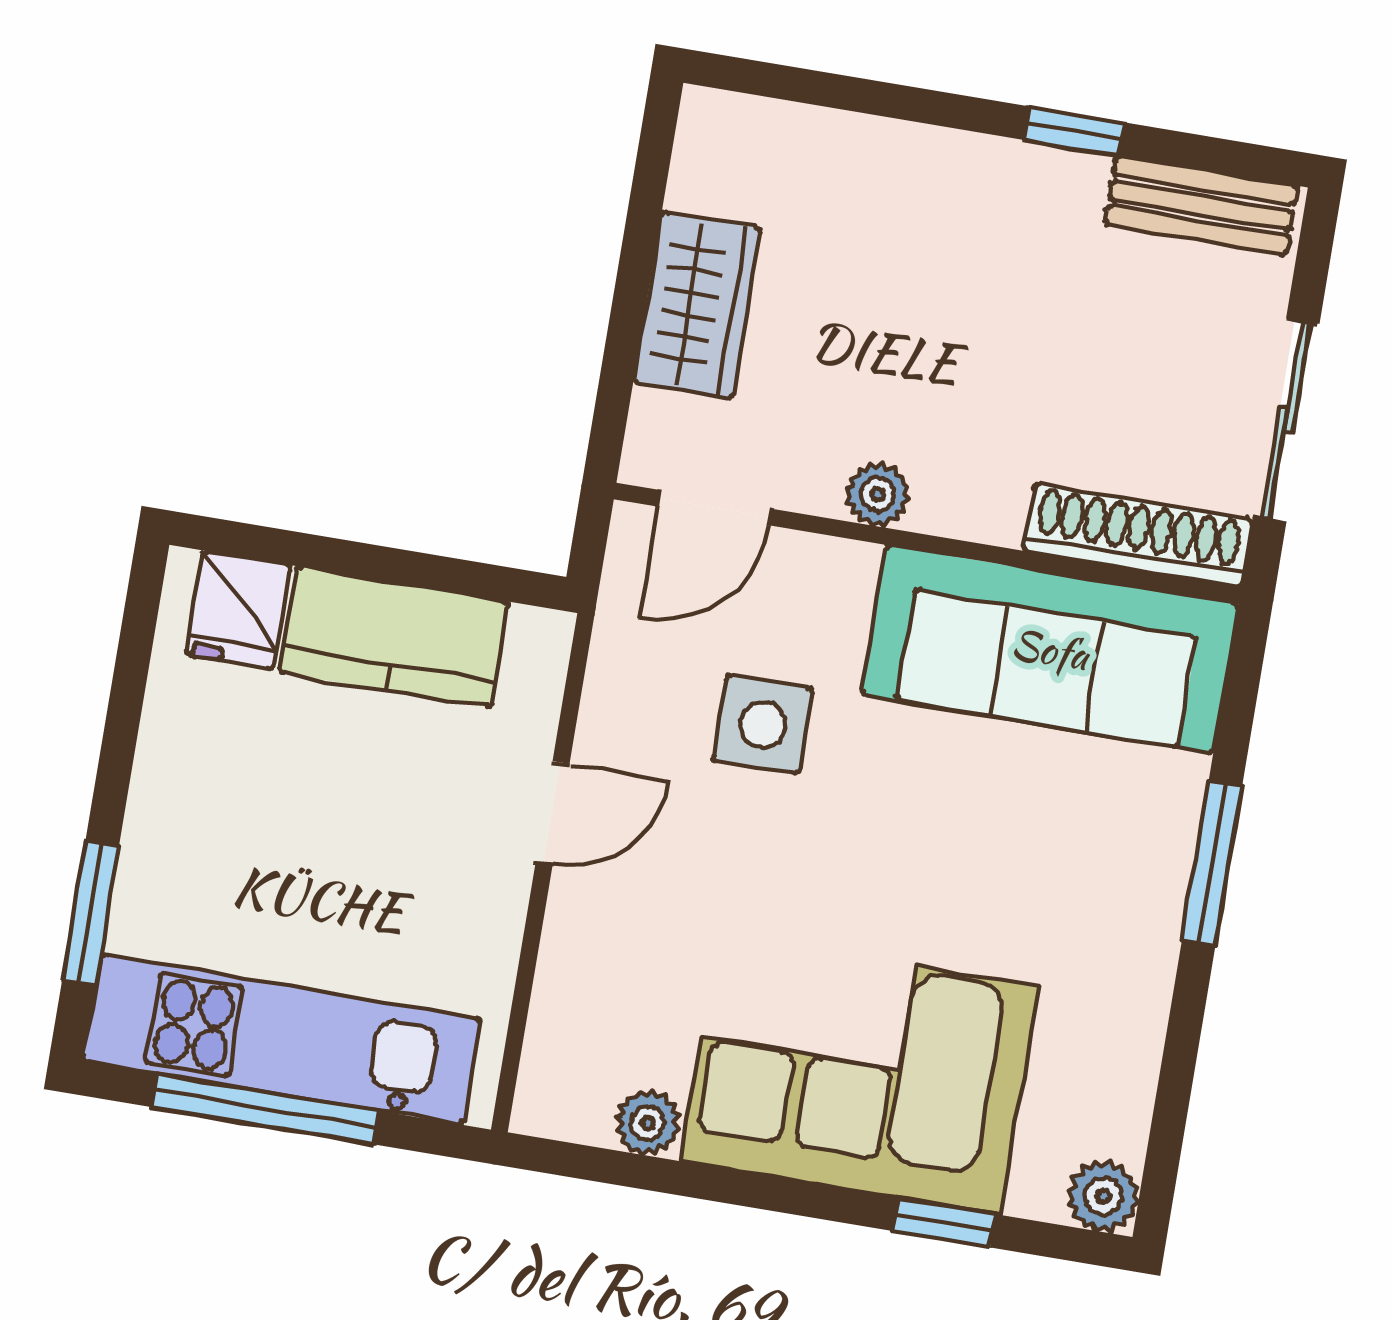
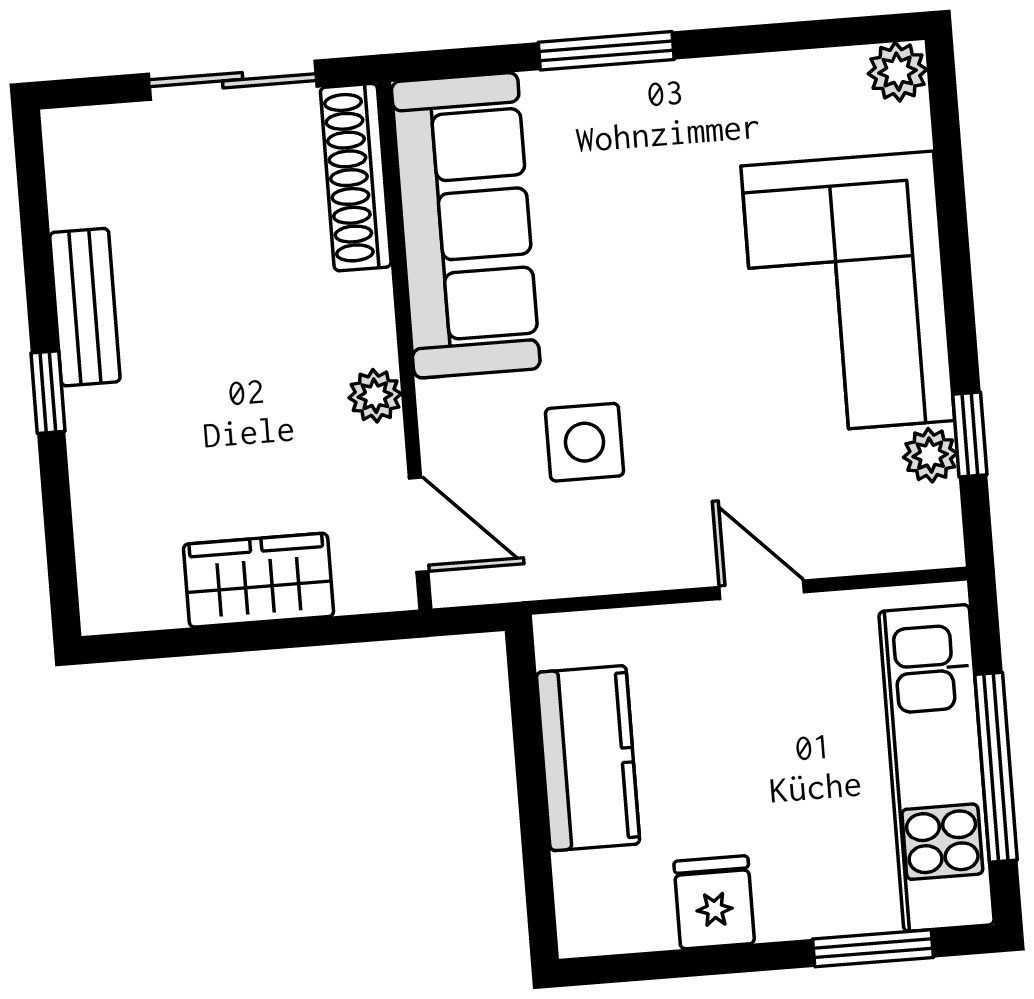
window: (1074, 131) -> (48, 392), moved
bench: (1201, 205) -> (85, 307), moved
fridge: (238, 610) -> (714, 902), moved, turned -90
door: (553, 813) -> (762, 590), moved
window: (944, 1222) -> (970, 434), moved

